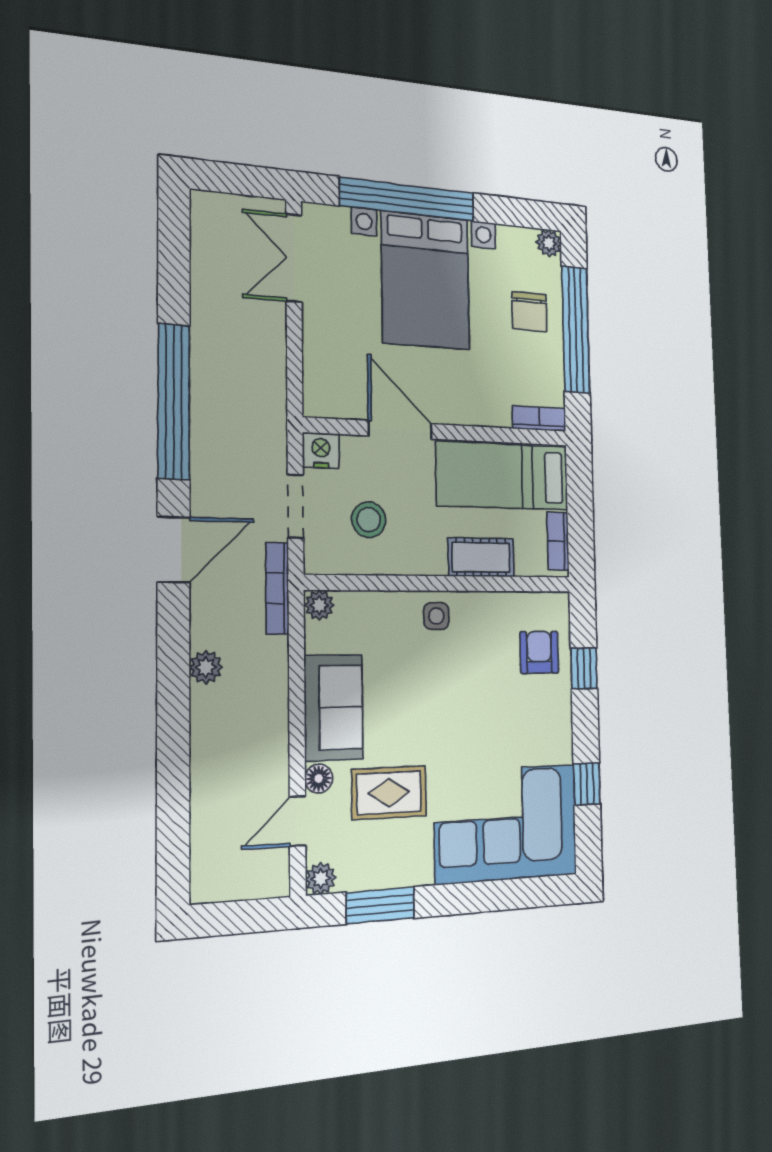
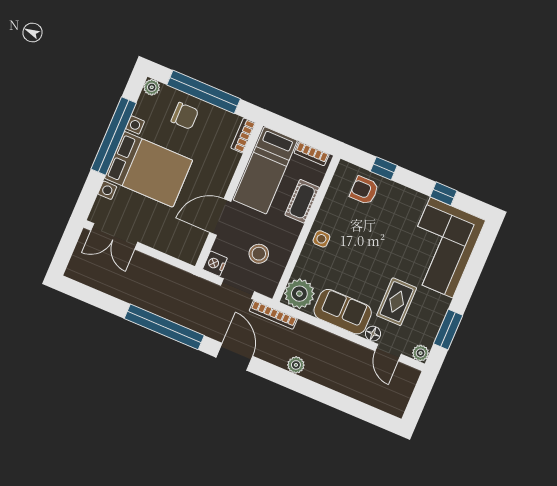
window: (408, 199) -> (114, 136), moved
plant: (319, 605) -> (299, 294), width x1.88, depth x1.88

